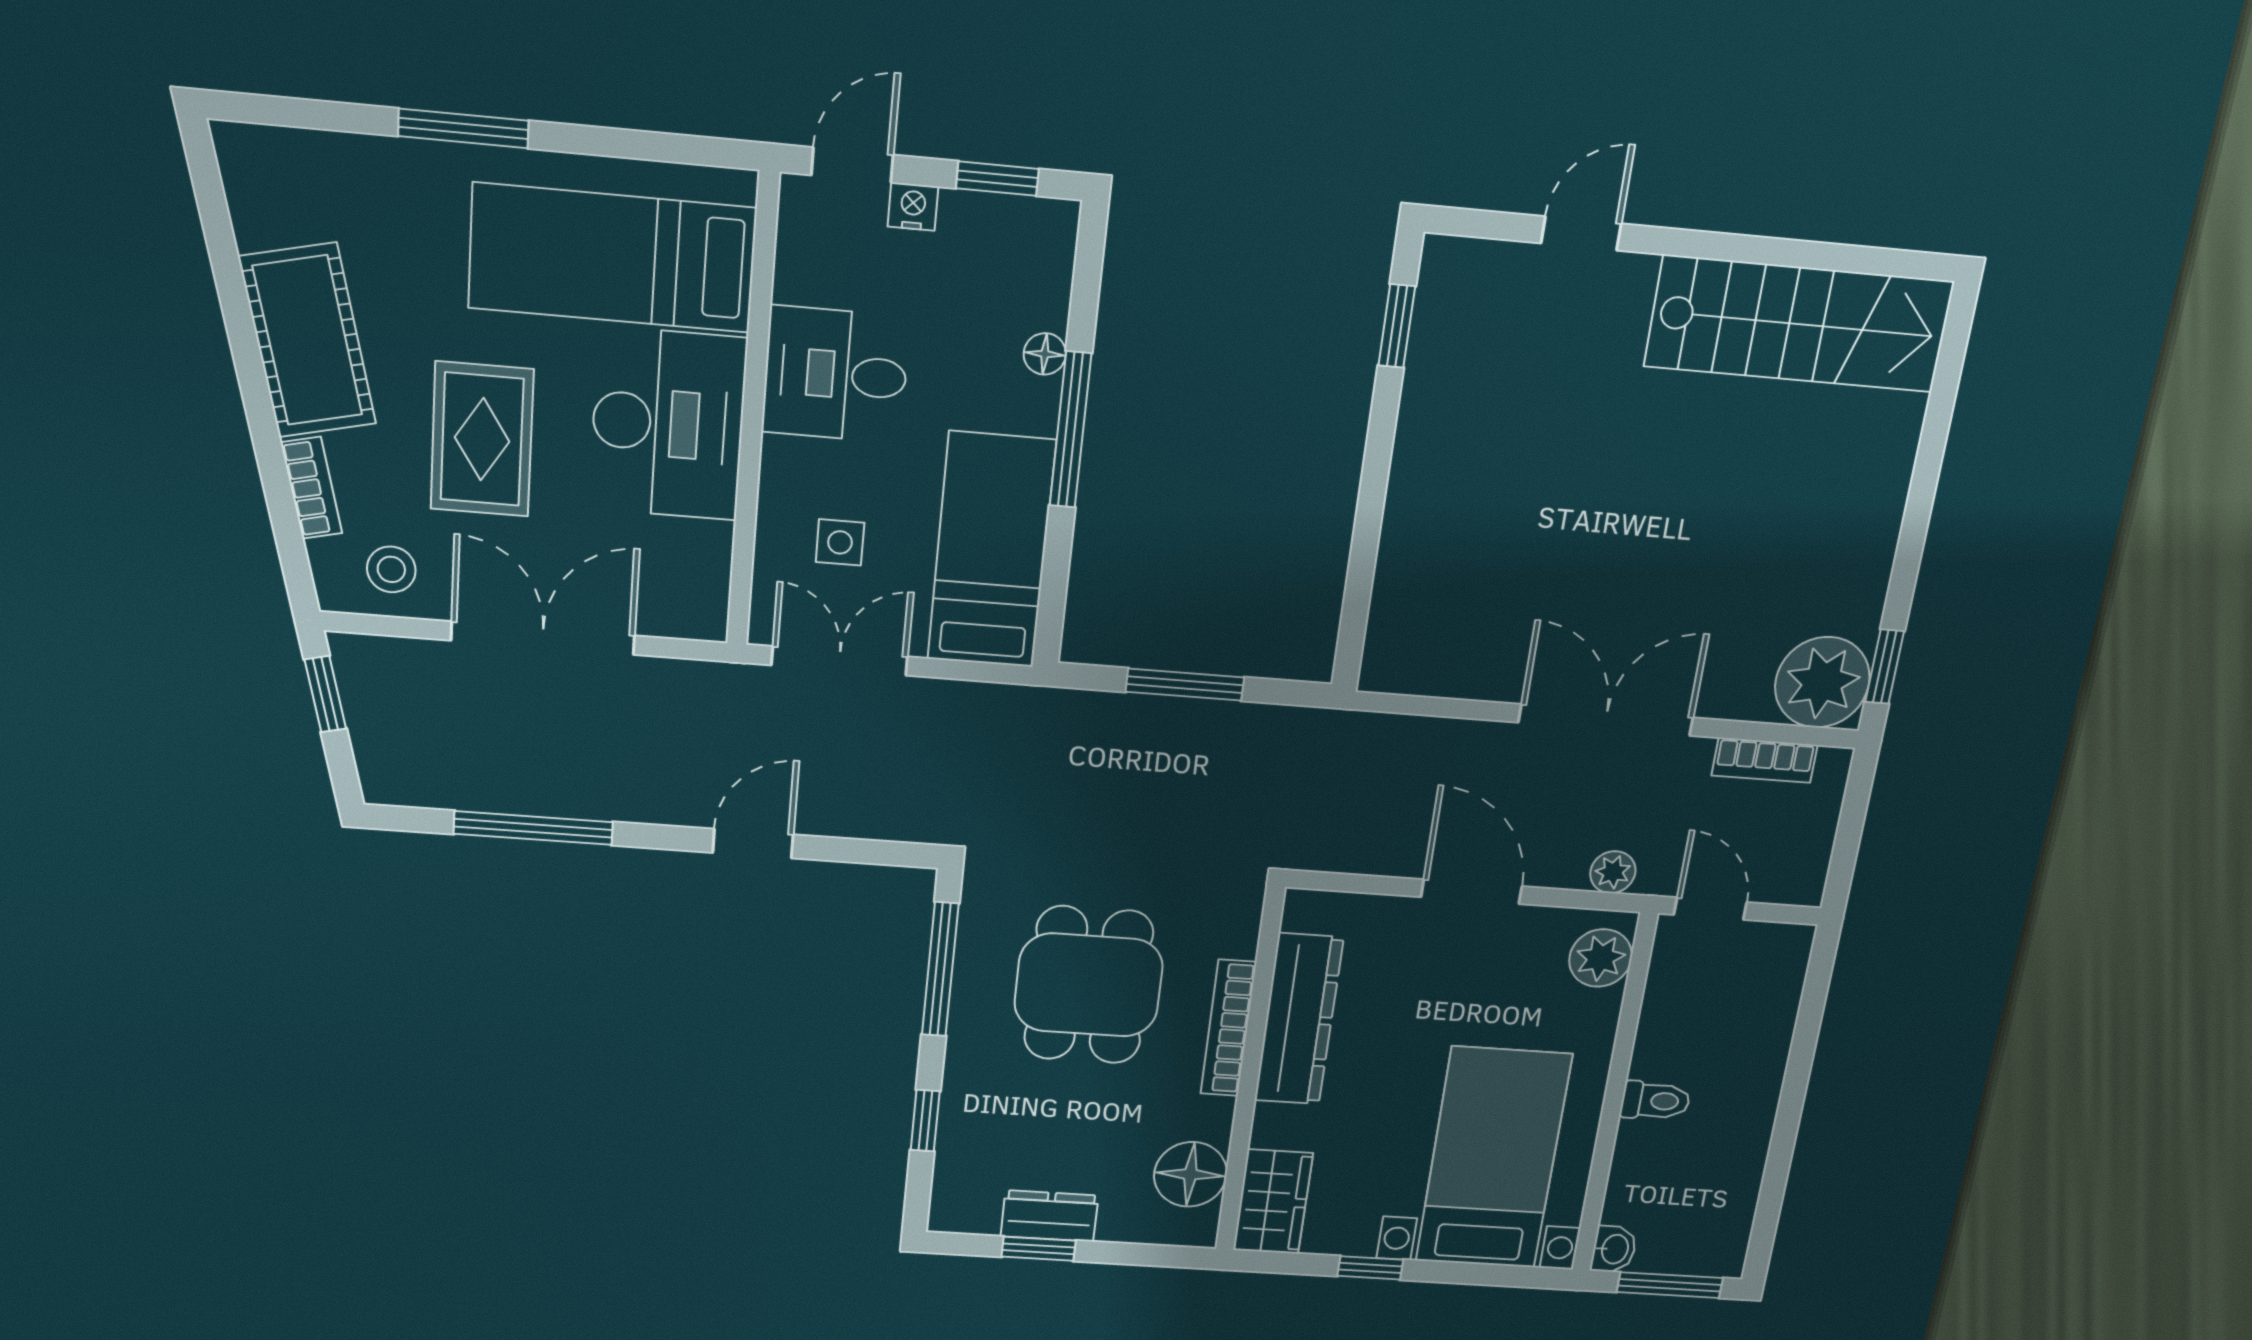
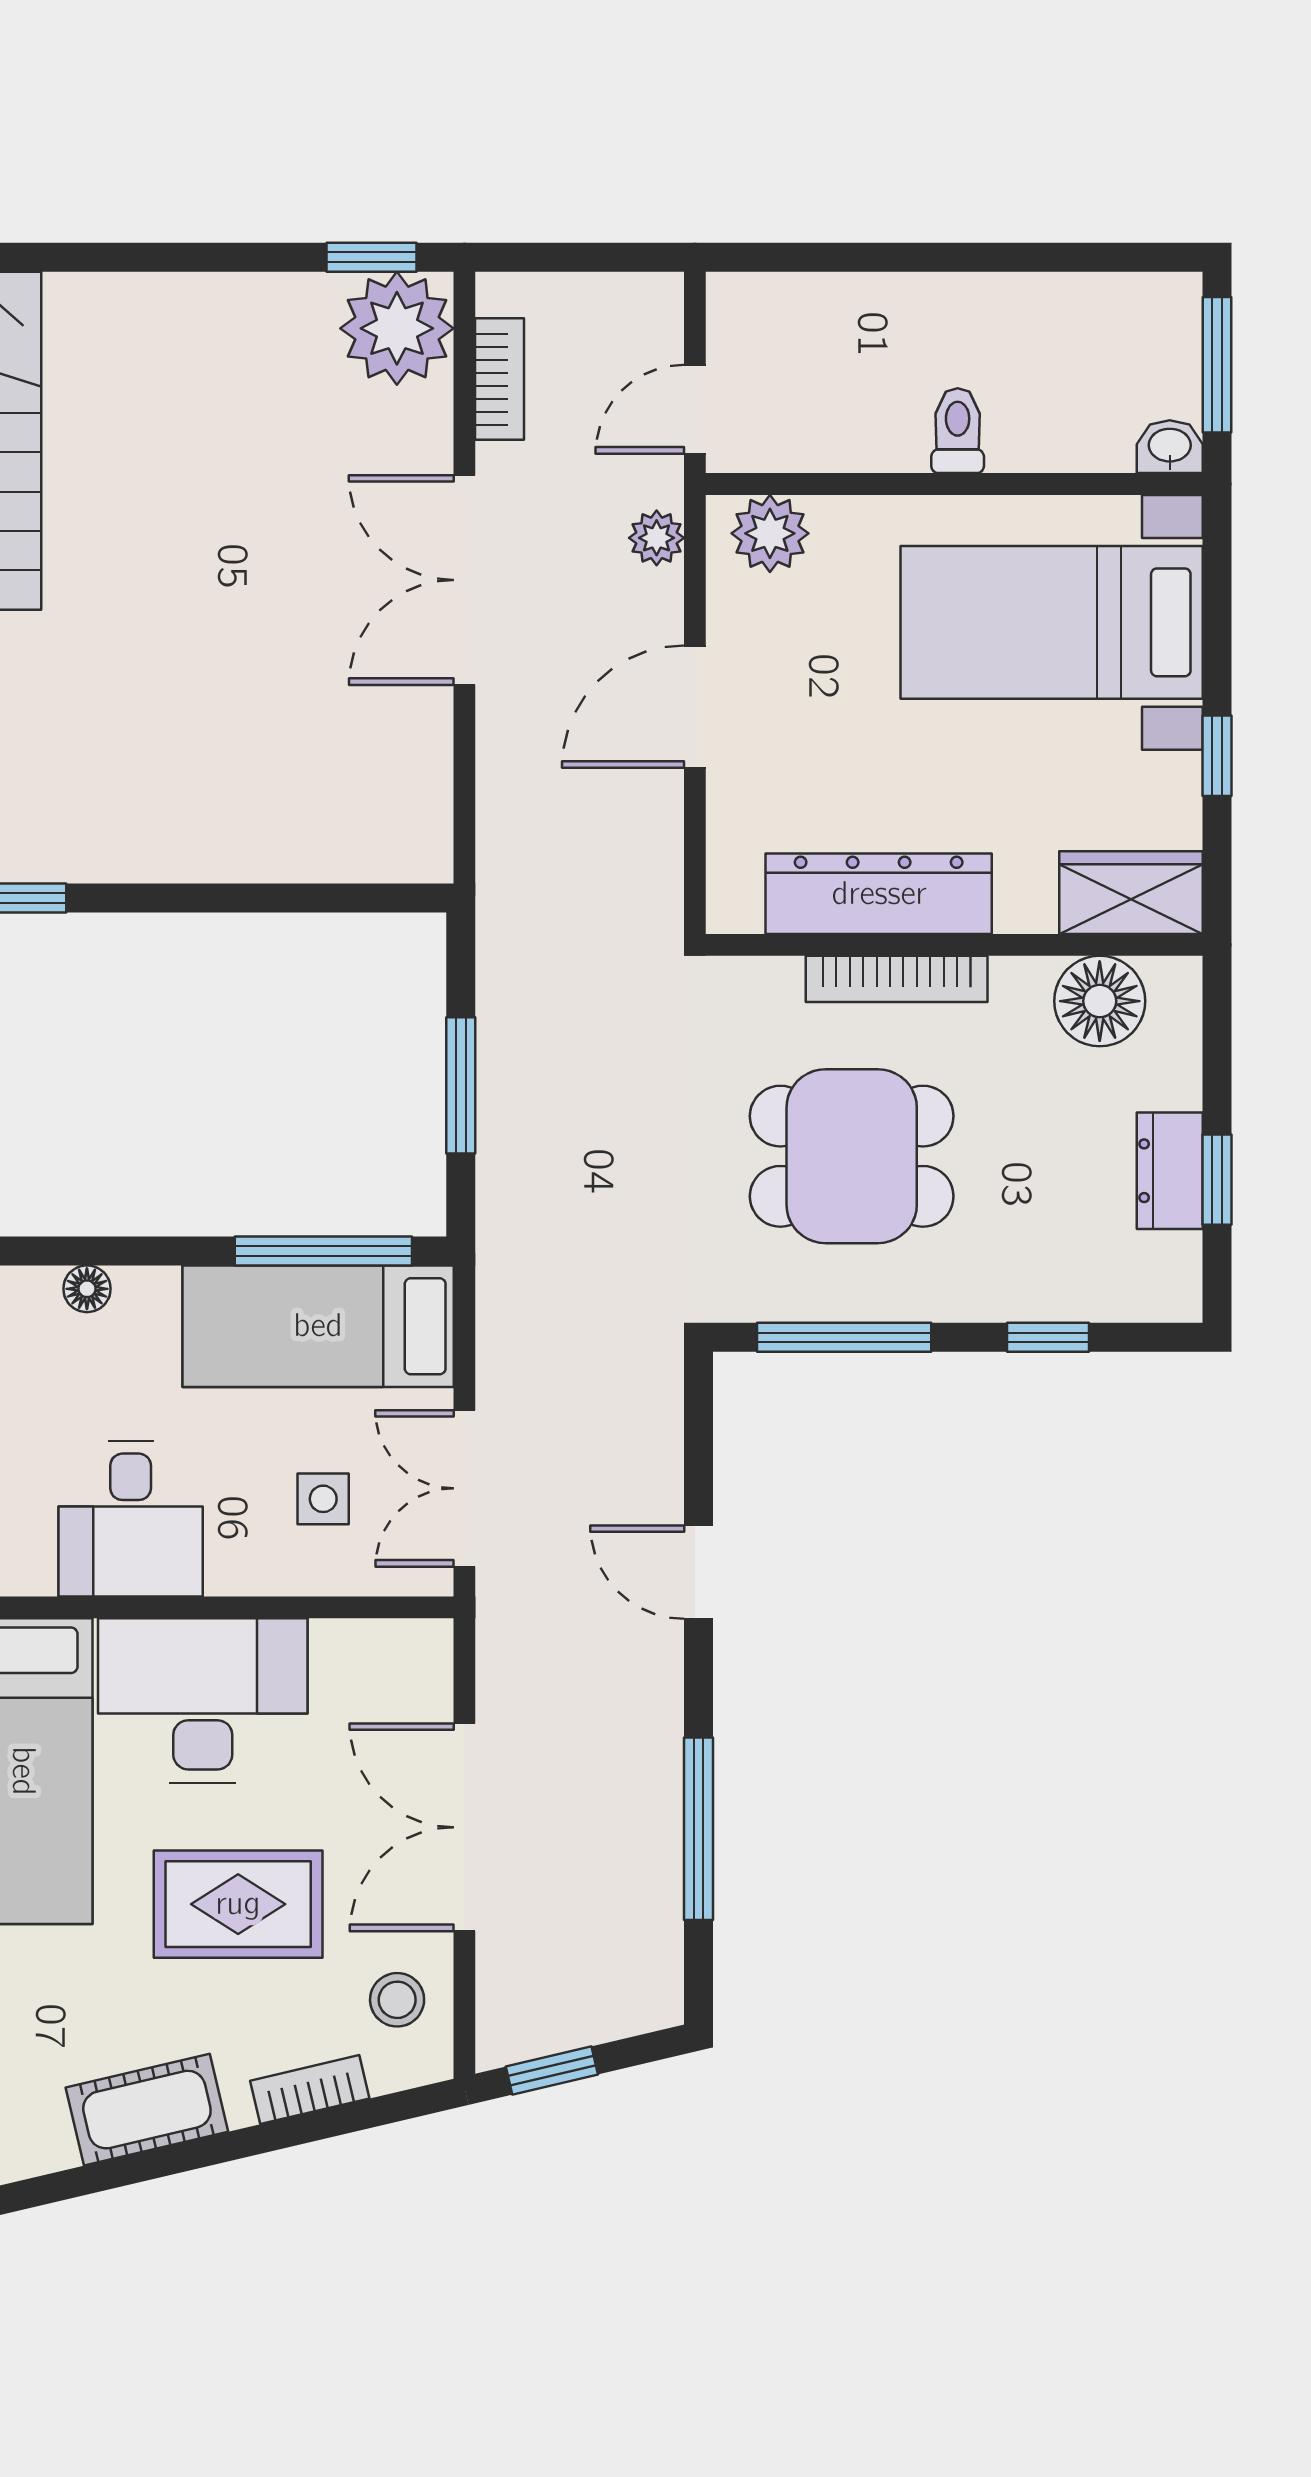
cot: (308, 341) -> (147, 2110), width x0.73, depth x0.75
window: (1071, 430) -> (323, 1251), moved

